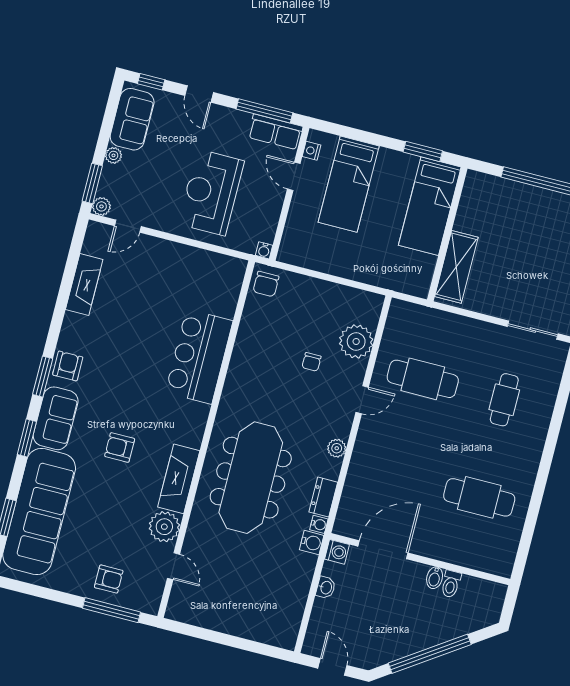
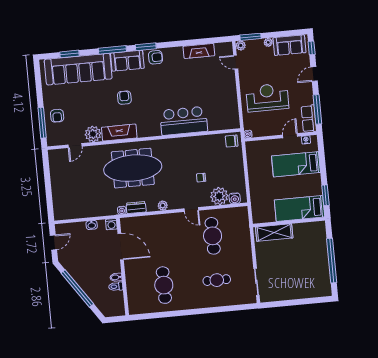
window: (27, 438) -> (112, 50), width x1.44
water cooler: (312, 543) -> (235, 198), moved

